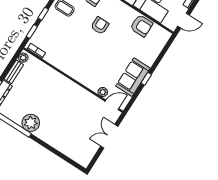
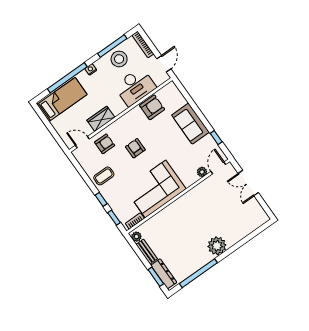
corner sofa: (71, 58) -> (156, 189), added
sofa: (133, 77) -> (190, 124), moved
window: (146, 79) -> (216, 138), moved
plant: (31, 123) -> (217, 246), moved

